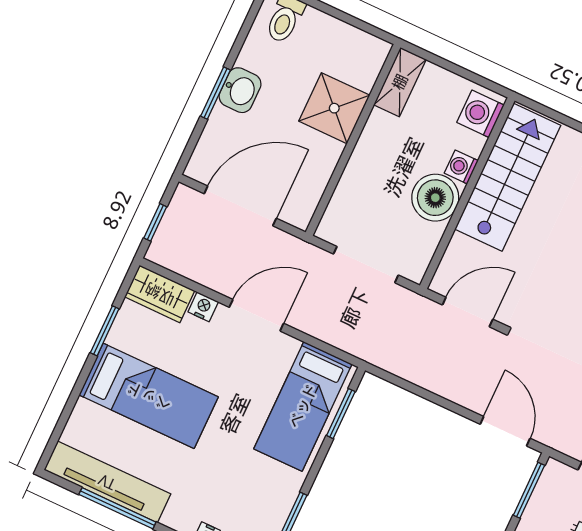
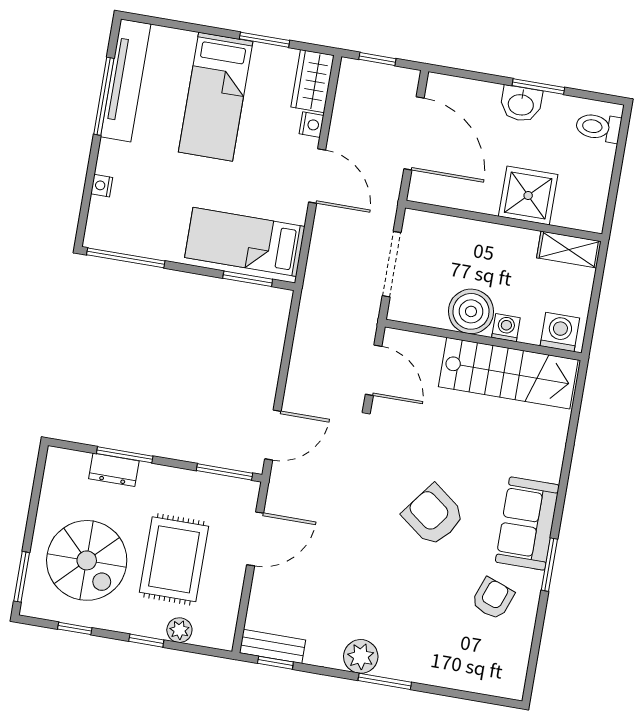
window: (216, 93) -> (538, 86), moved

